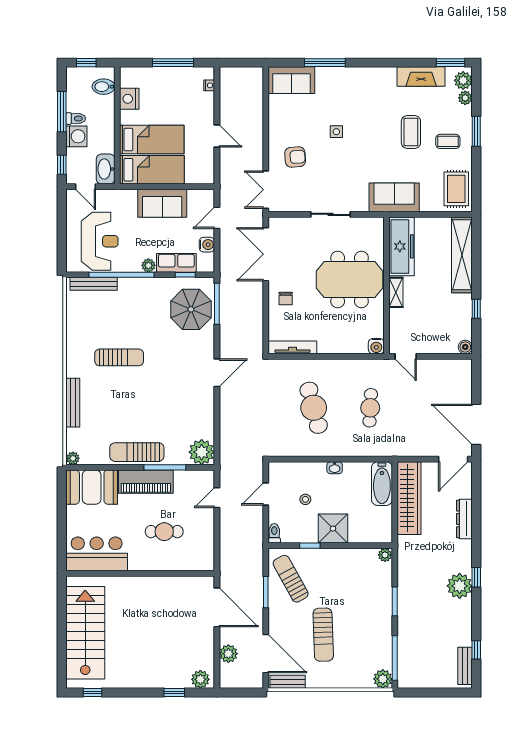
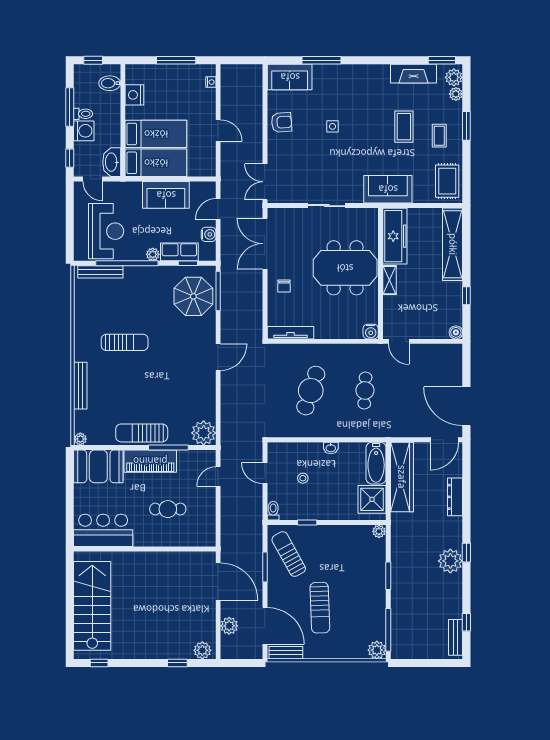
coffee table: (448, 141) -> (439, 136), turned 90
armchair: (295, 157) -> (282, 122), moved
cafe table: (314, 408) -> (311, 391), turned 33
door: (266, 494) -> (265, 473), hinge flipped
shower: (333, 529) -> (372, 499), moved

